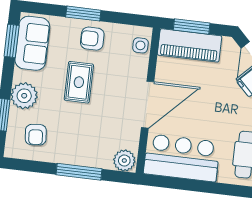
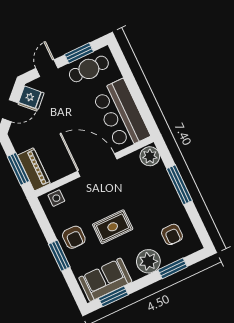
piano: (190, 45) -> (34, 169), width x0.73, depth x0.75
armchair: (36, 135) -> (172, 234), turned 95

